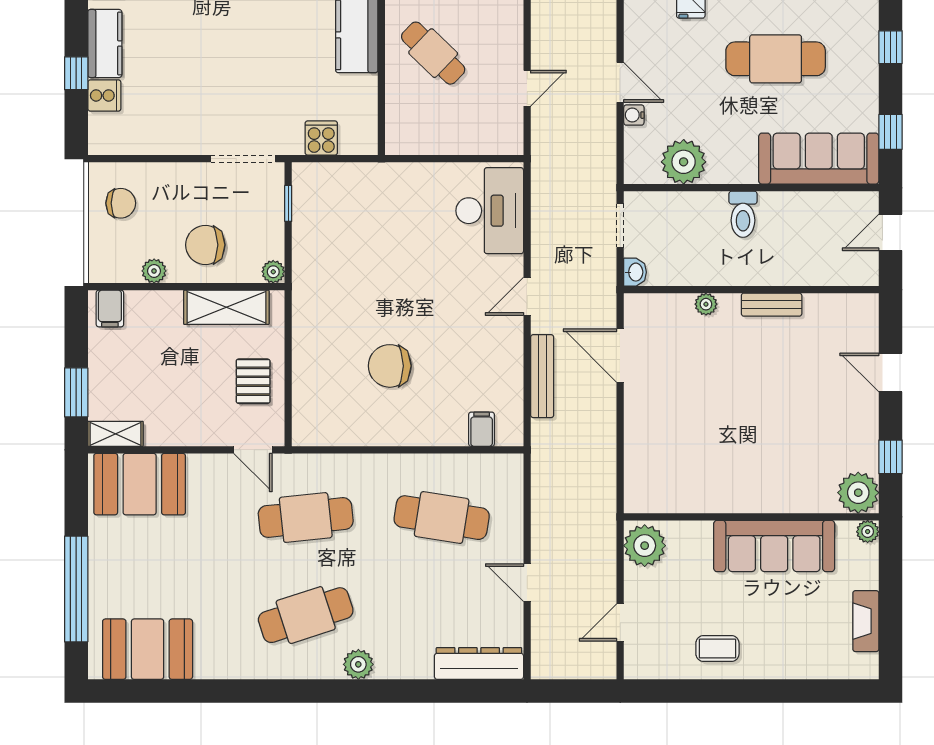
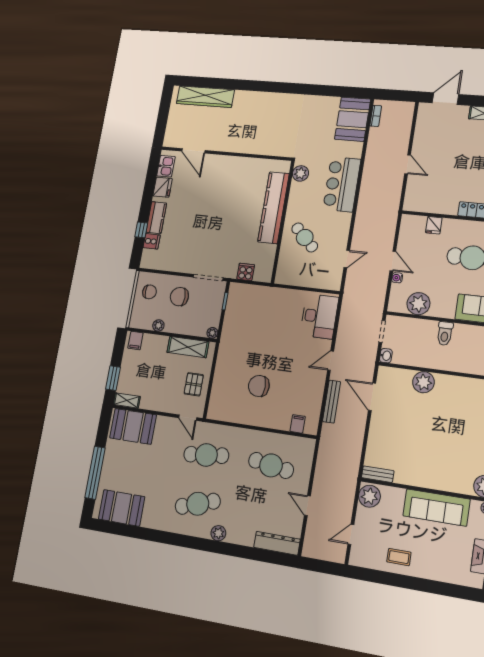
chair: (205, 245) -> (179, 297), moved
plant: (706, 304) -> (423, 382), width x1.88, depth x1.88
bench: (772, 305) -> (378, 474), moved

